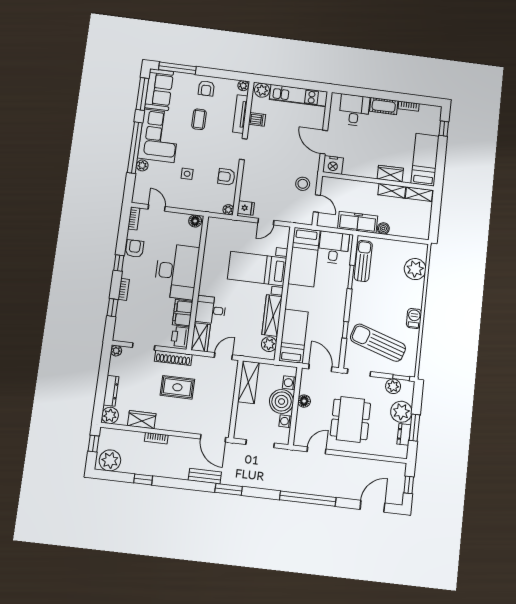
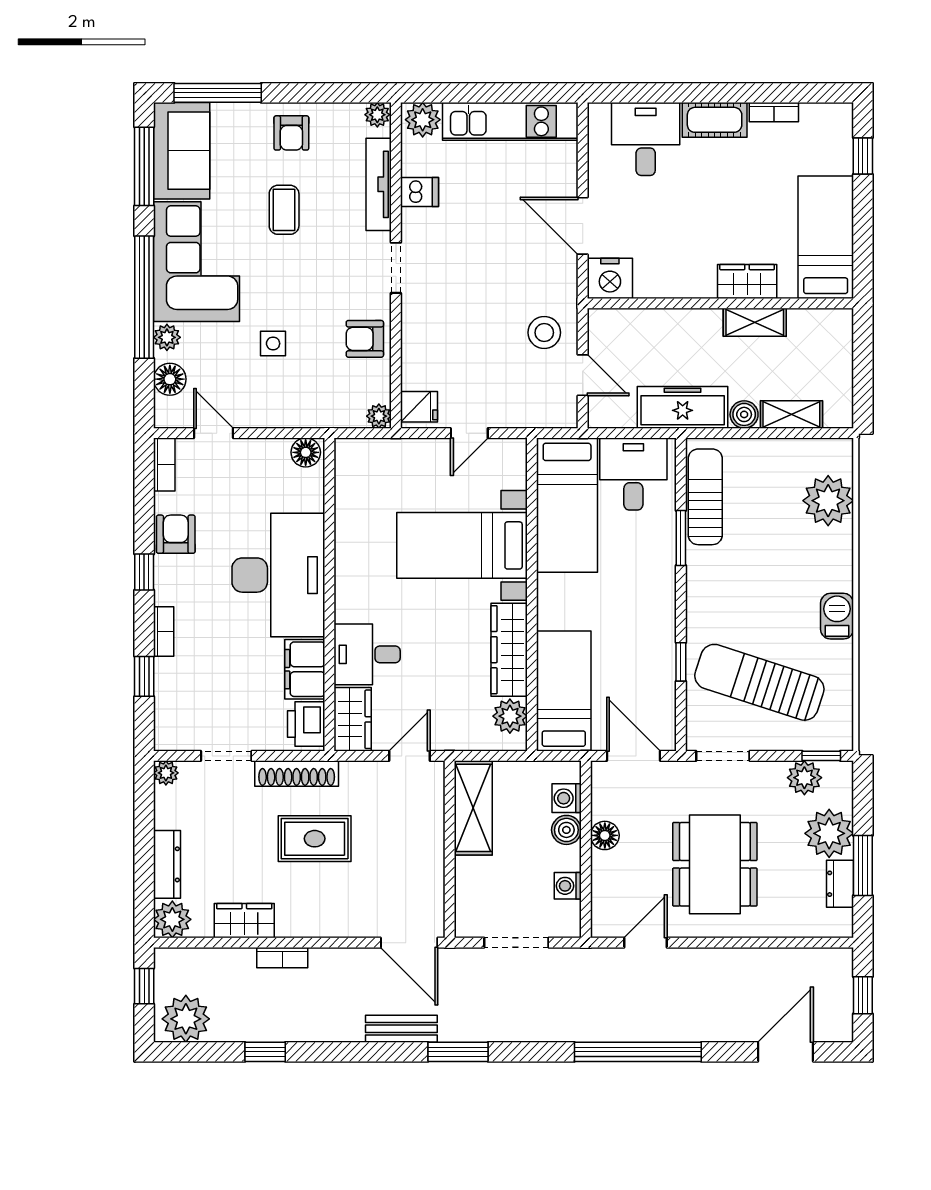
floor lamp: (141, 183) -> (170, 379), added
shelving: (419, 194) -> (791, 414), moved
boiler: (282, 401) -> (566, 830), width x0.54, depth x0.54

